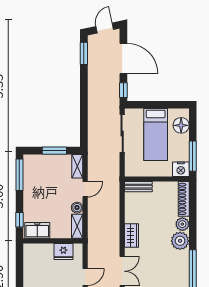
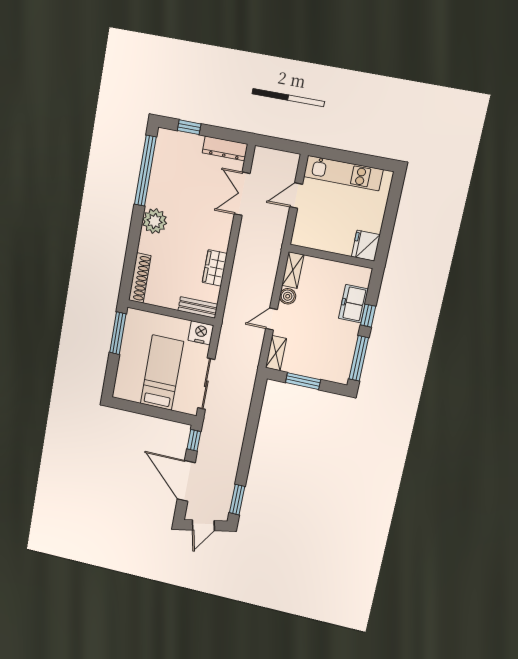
floor lamp: (181, 125) -> (126, 377), removed
nightstand: (181, 169) -> (201, 333), moved
window: (19, 220) -> (368, 316), moved
plant: (182, 224) -> (147, 244), removed
freezer: (37, 230) -> (353, 304), moved, turned 90
wardrobe: (132, 236) -> (215, 268), moved
fridge: (63, 251) -> (366, 246), moved, turned -90

